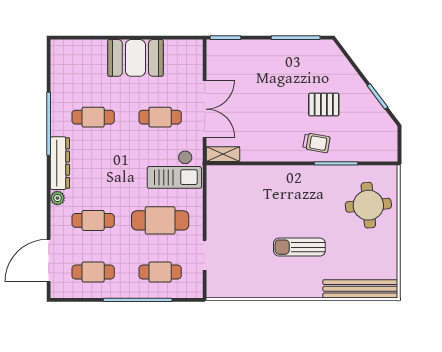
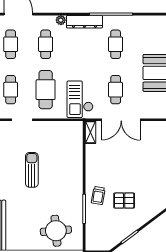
pallet: (324, 105) -> (124, 201), turned 90
sun lounger: (299, 247) -> (32, 170), moved

